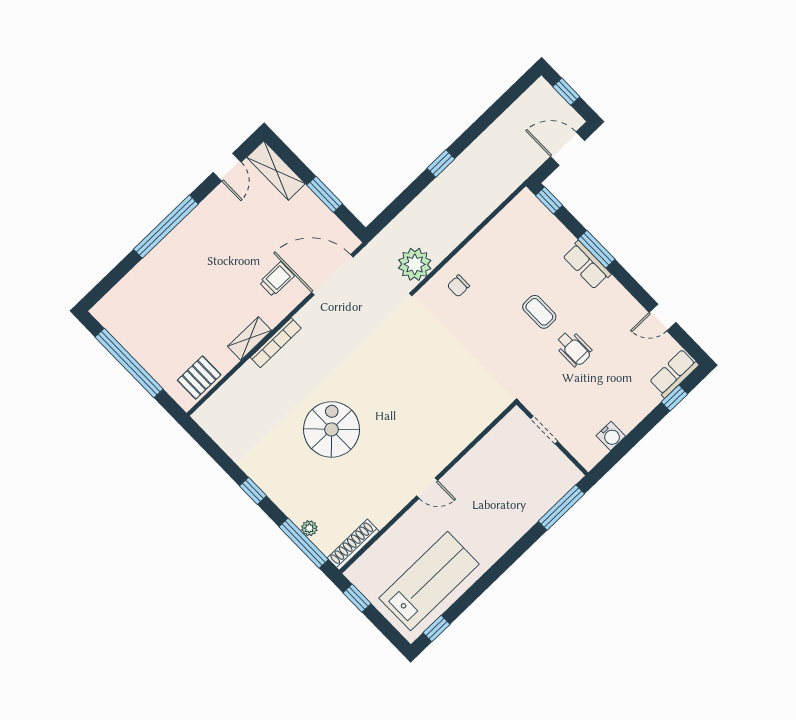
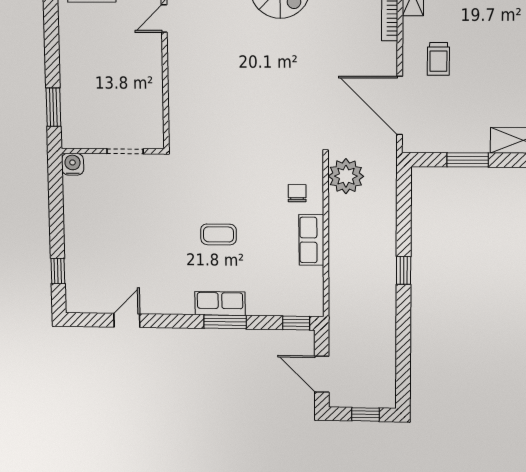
door: (568, 149) -> (322, 374), swing flipped
door: (332, 275) -> (400, 105), swing flipped
wheelchair: (574, 349) -> (166, 233), removed
row of seats: (674, 373) -> (311, 240), moved, turned 180
water cooler: (611, 436) -> (73, 164), moved, turned 90
window: (561, 508) -> (53, 107), width x0.69

